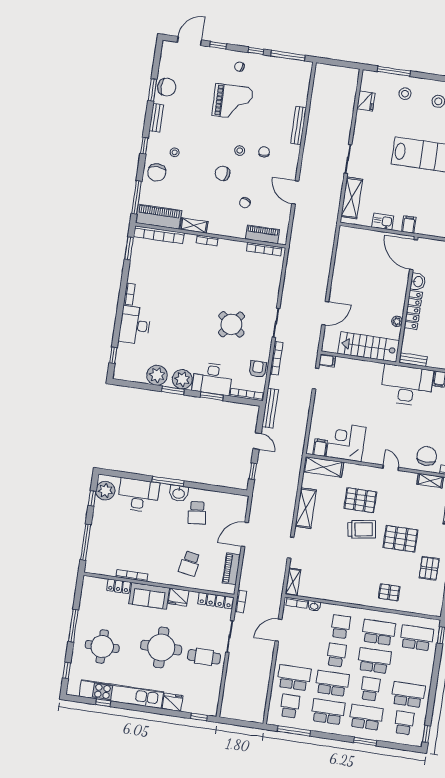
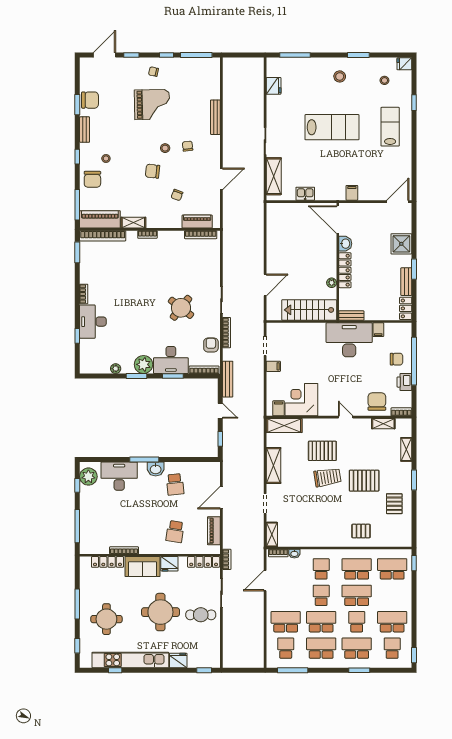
stool: (405, 94) -> (308, 74), removed
door: (295, 192) -> (221, 179), swing flipped
filing cabinet: (409, 224) -> (352, 193), moved
window: (113, 355) -> (77, 336), moved
filing cabinet: (327, 361) -> (273, 366), moved
plant: (157, 375) -> (116, 369), width x0.53, depth x0.53
locker: (118, 586) -> (107, 562), width x1.53

